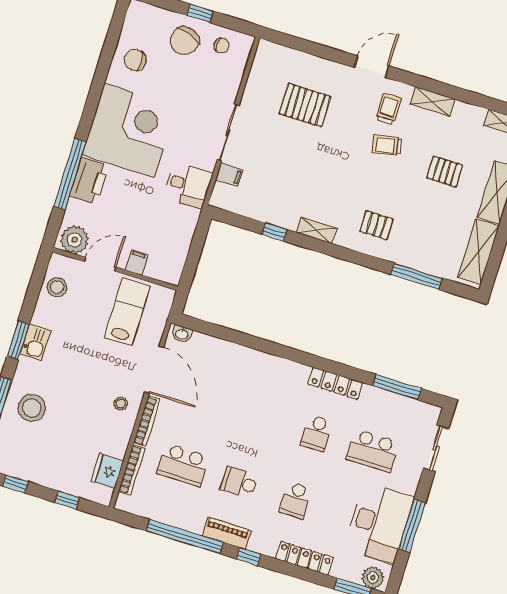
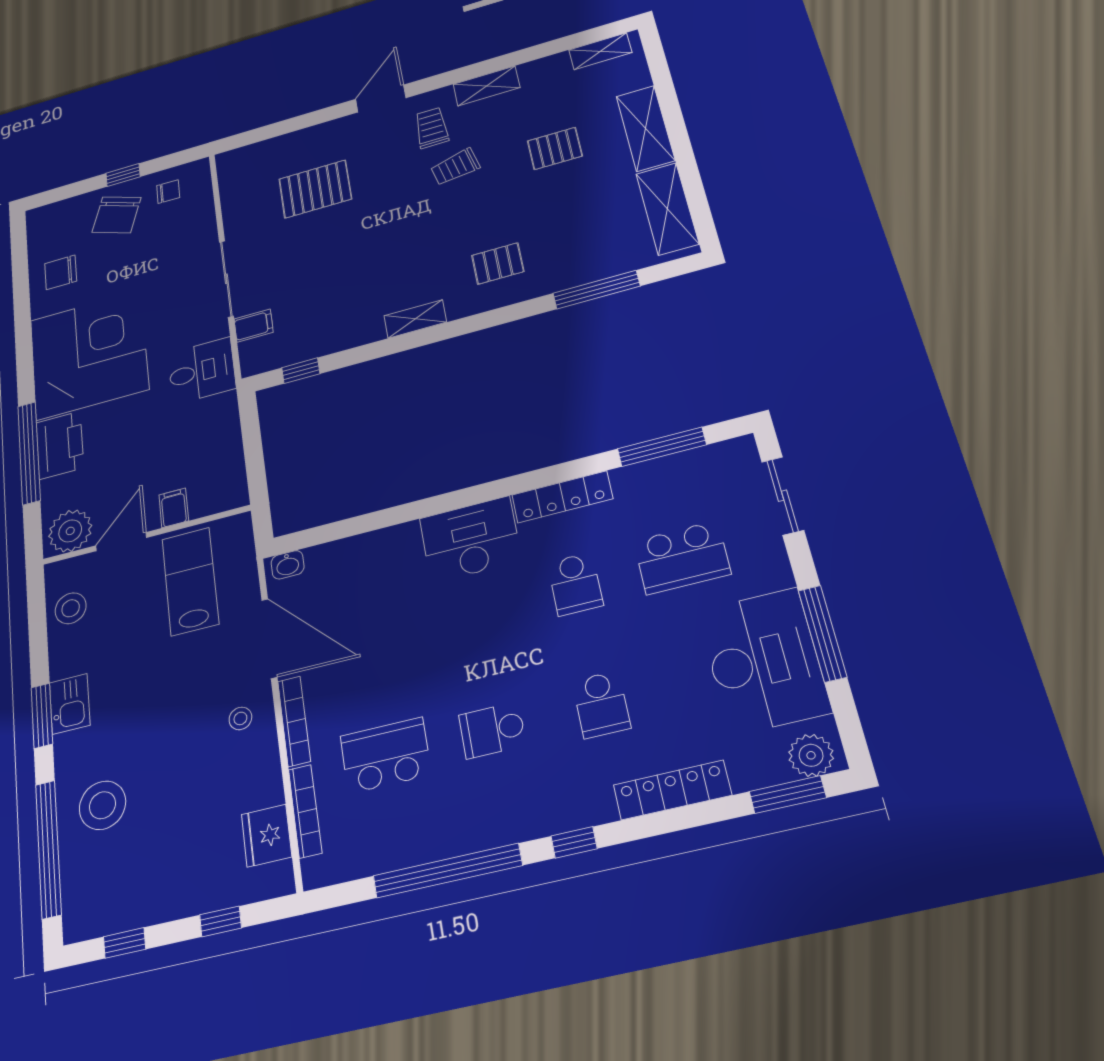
window: (275, 232) -> (301, 371), moved
desk: (279, 378) -> (470, 540), added
school desk: (183, 465) -> (386, 755), turned 180
piano: (227, 533) -> (515, 824), removed

